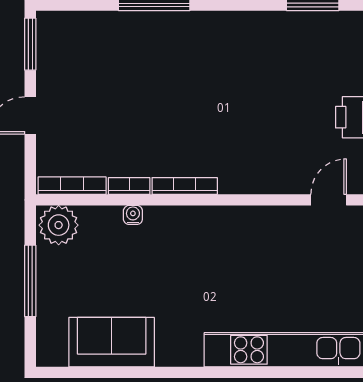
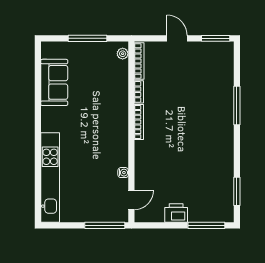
door: (329, 200) -> (131, 200), hinge flipped
water cooler: (133, 215) -> (123, 173), moved
plant: (59, 225) -> (123, 54), width x0.53, depth x0.53

